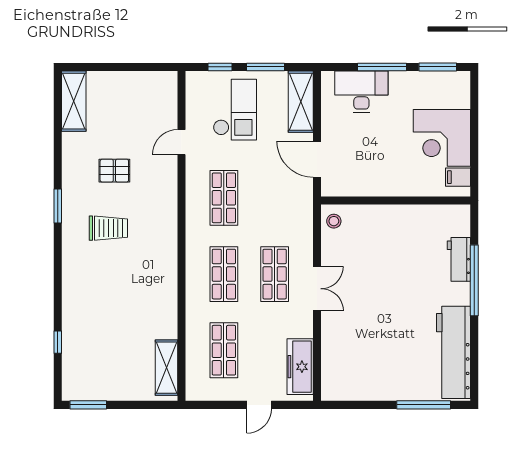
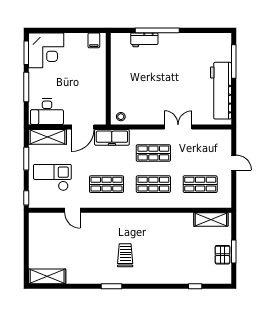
window: (220, 67) -> (26, 198), moved
desk: (361, 92) -> (47, 112), moved, turned -90
corner desk: (442, 138) -> (46, 50), moved
pallet: (114, 171) -> (223, 255), moved
double door: (317, 289) -> (178, 127), moved
workbench: (453, 352) -> (221, 91), moved, turned 90
freezer: (300, 367) -> (112, 137), moved
window: (88, 405) -> (234, 251), moved

